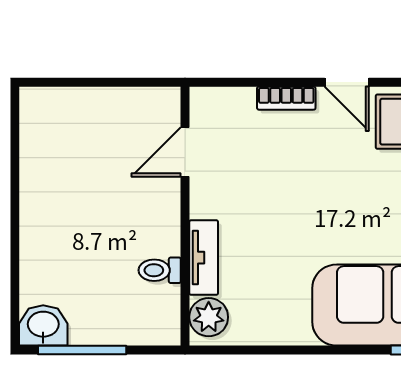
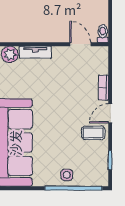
toilet: (160, 270) -> (103, 33), moved

